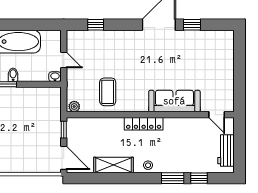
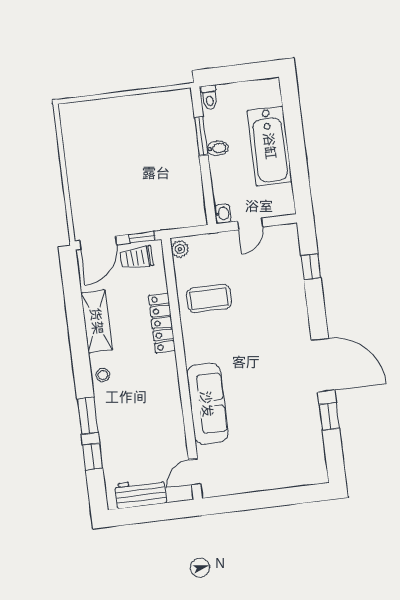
locker: (144, 124) -> (162, 323), moved
trolley: (76, 135) -> (137, 258), added

